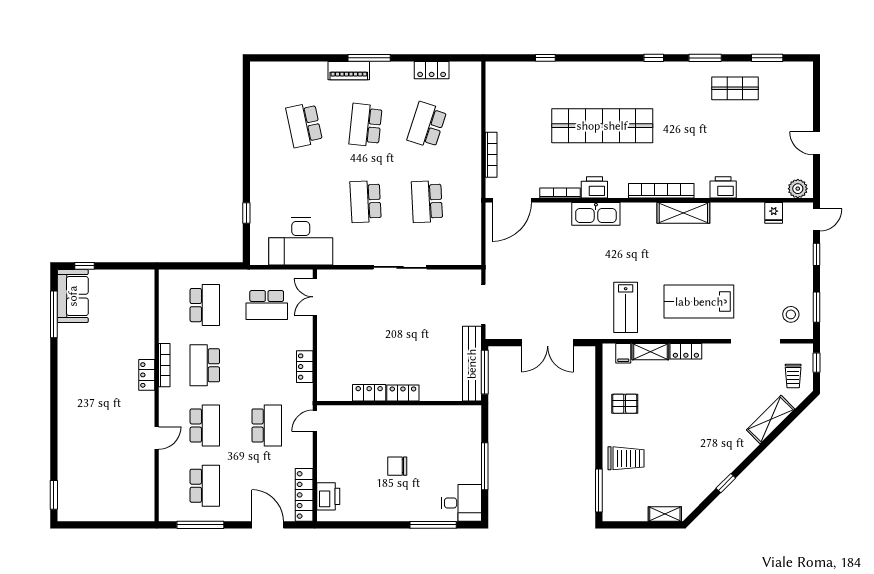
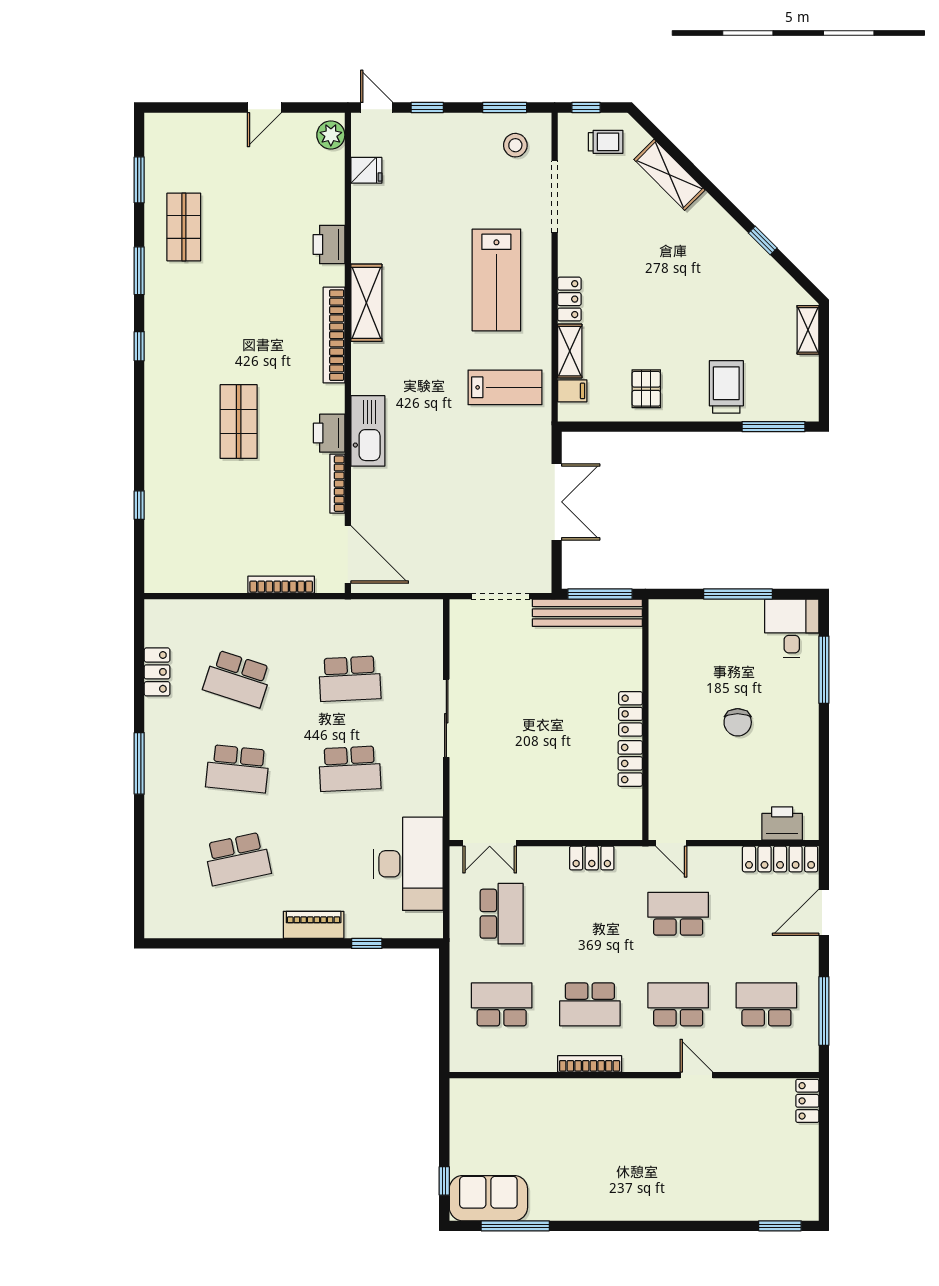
piano: (349, 71) -> (314, 925), moved, turned -90
shop shelf: (602, 126) -> (239, 422), width x0.50, depth x0.74
locker: (147, 375) -> (807, 1101), moved, turned 90

